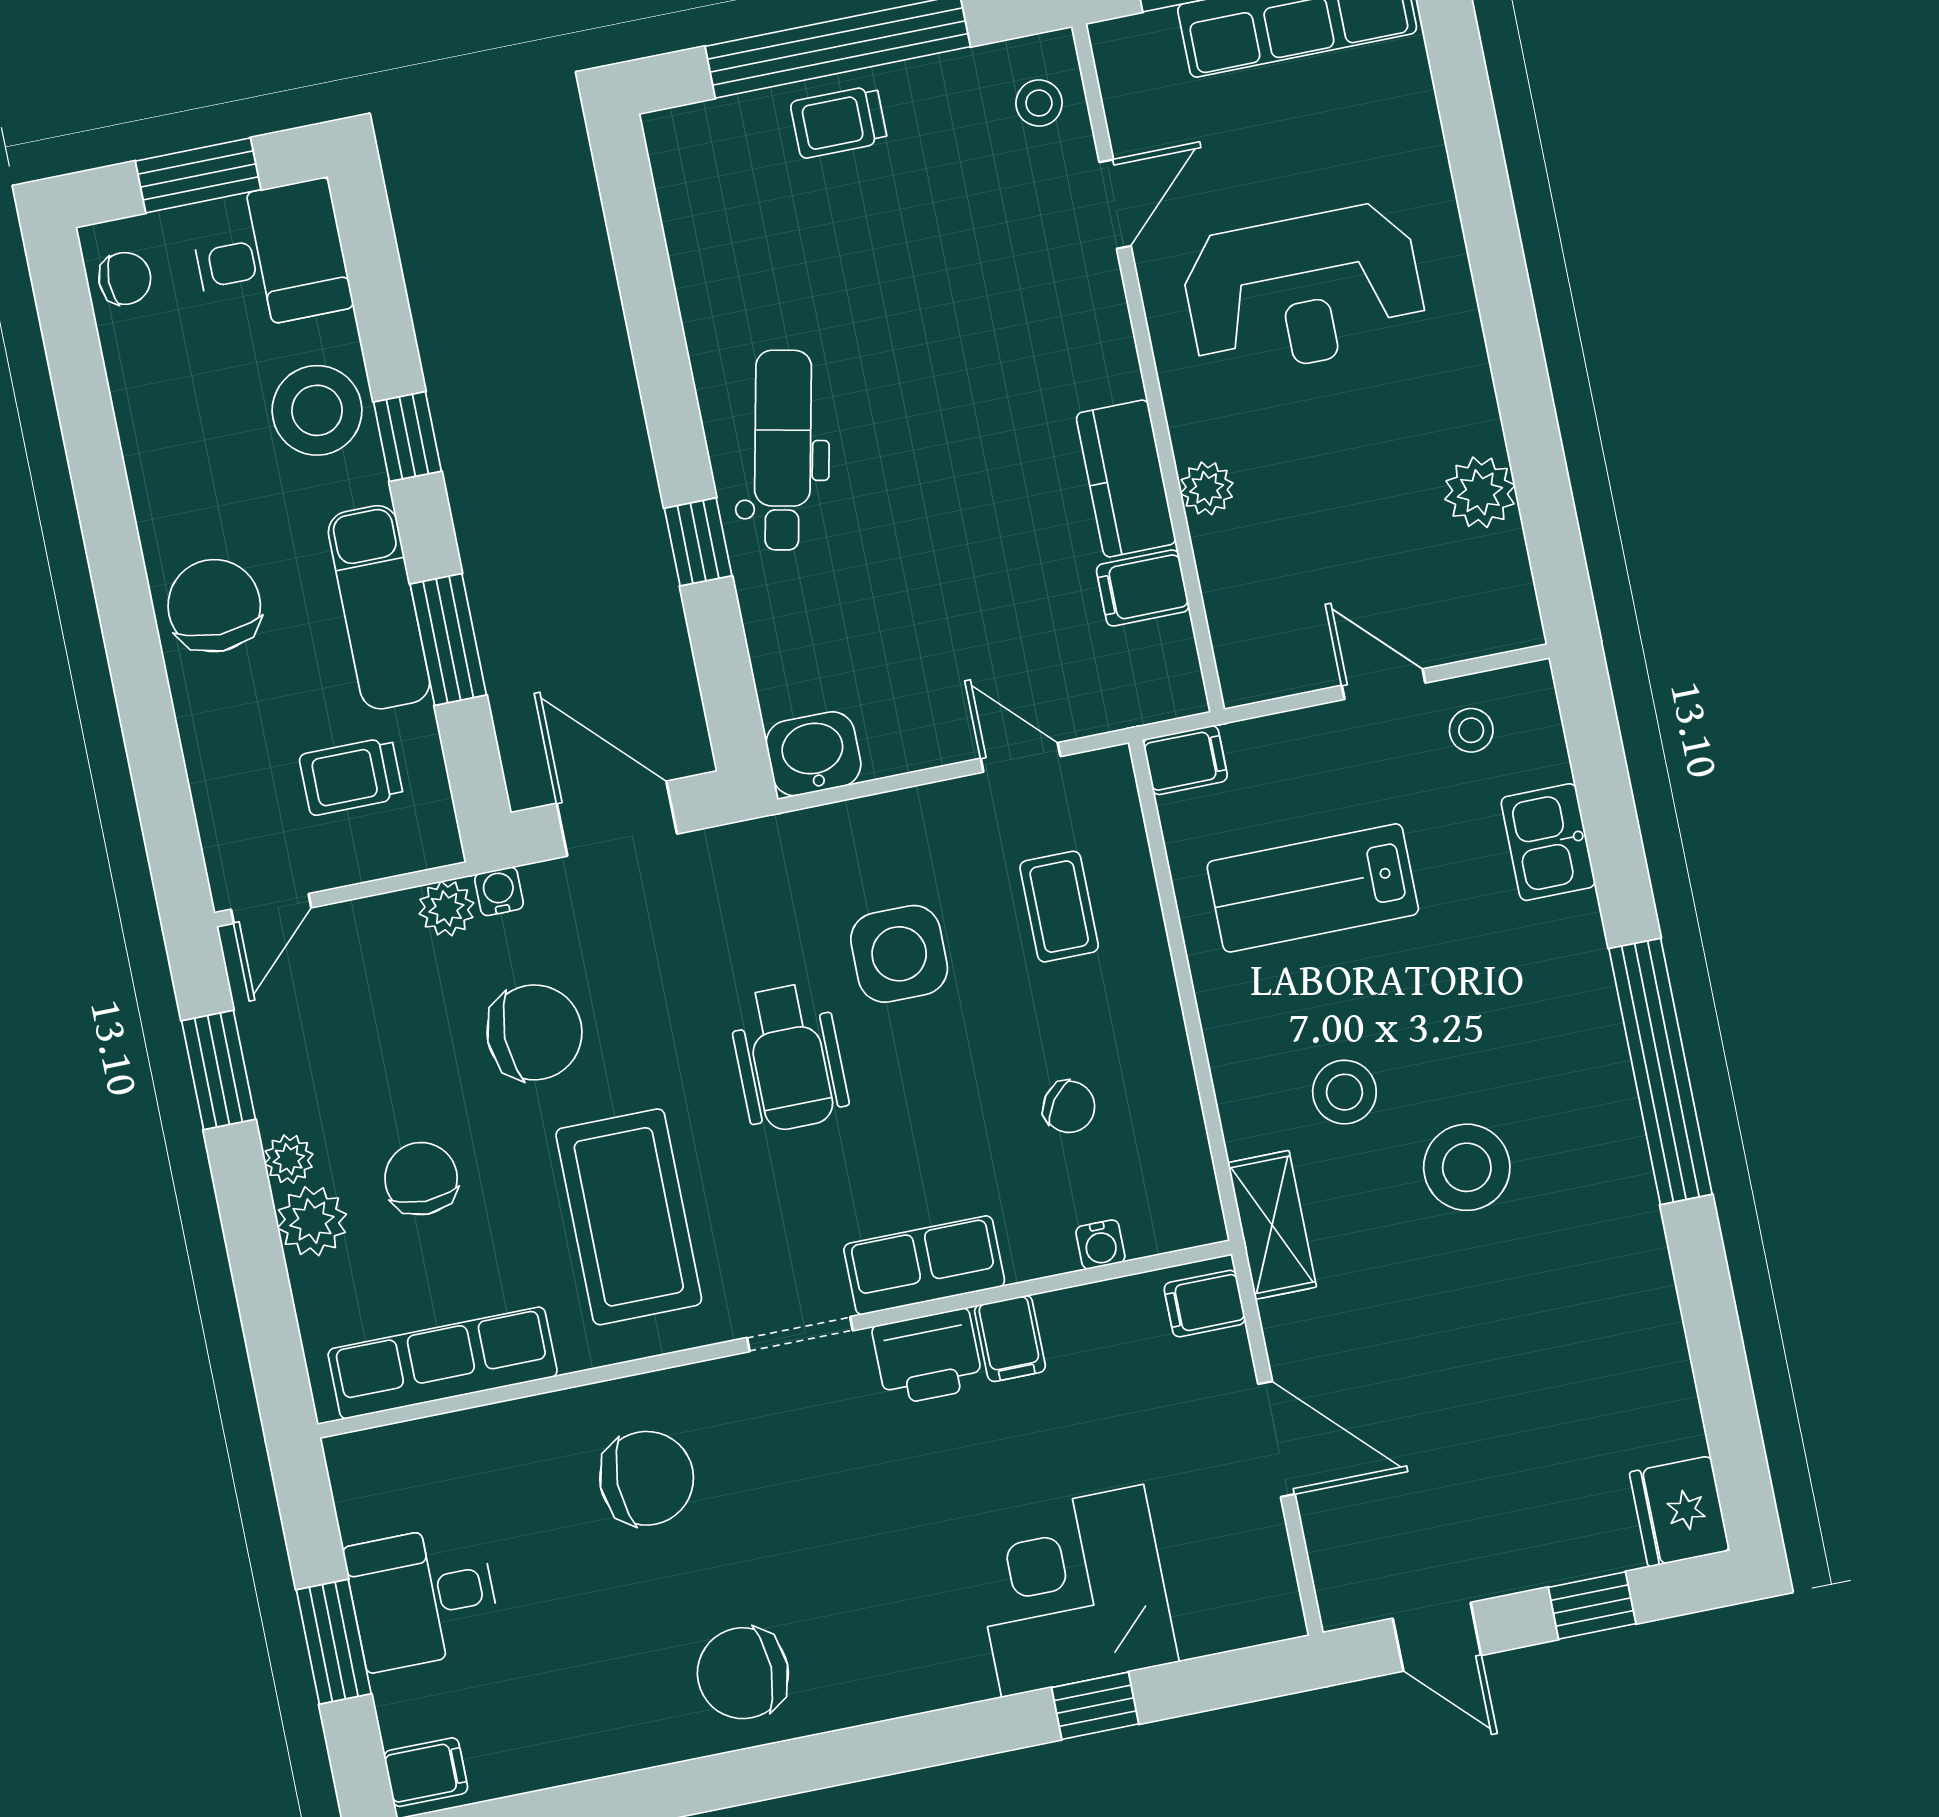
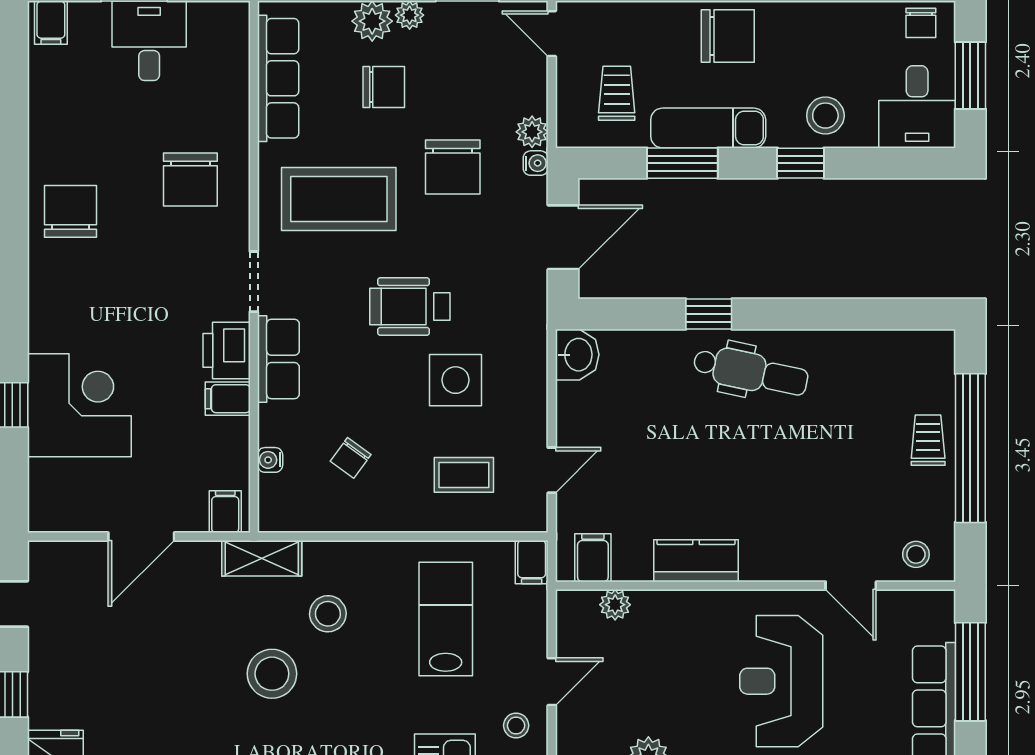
stool: (317, 410) -> (825, 116), width x0.73, depth x0.73
plant: (1207, 488) -> (615, 605), moved
filing cabinet: (1143, 588) -> (593, 558), moved

